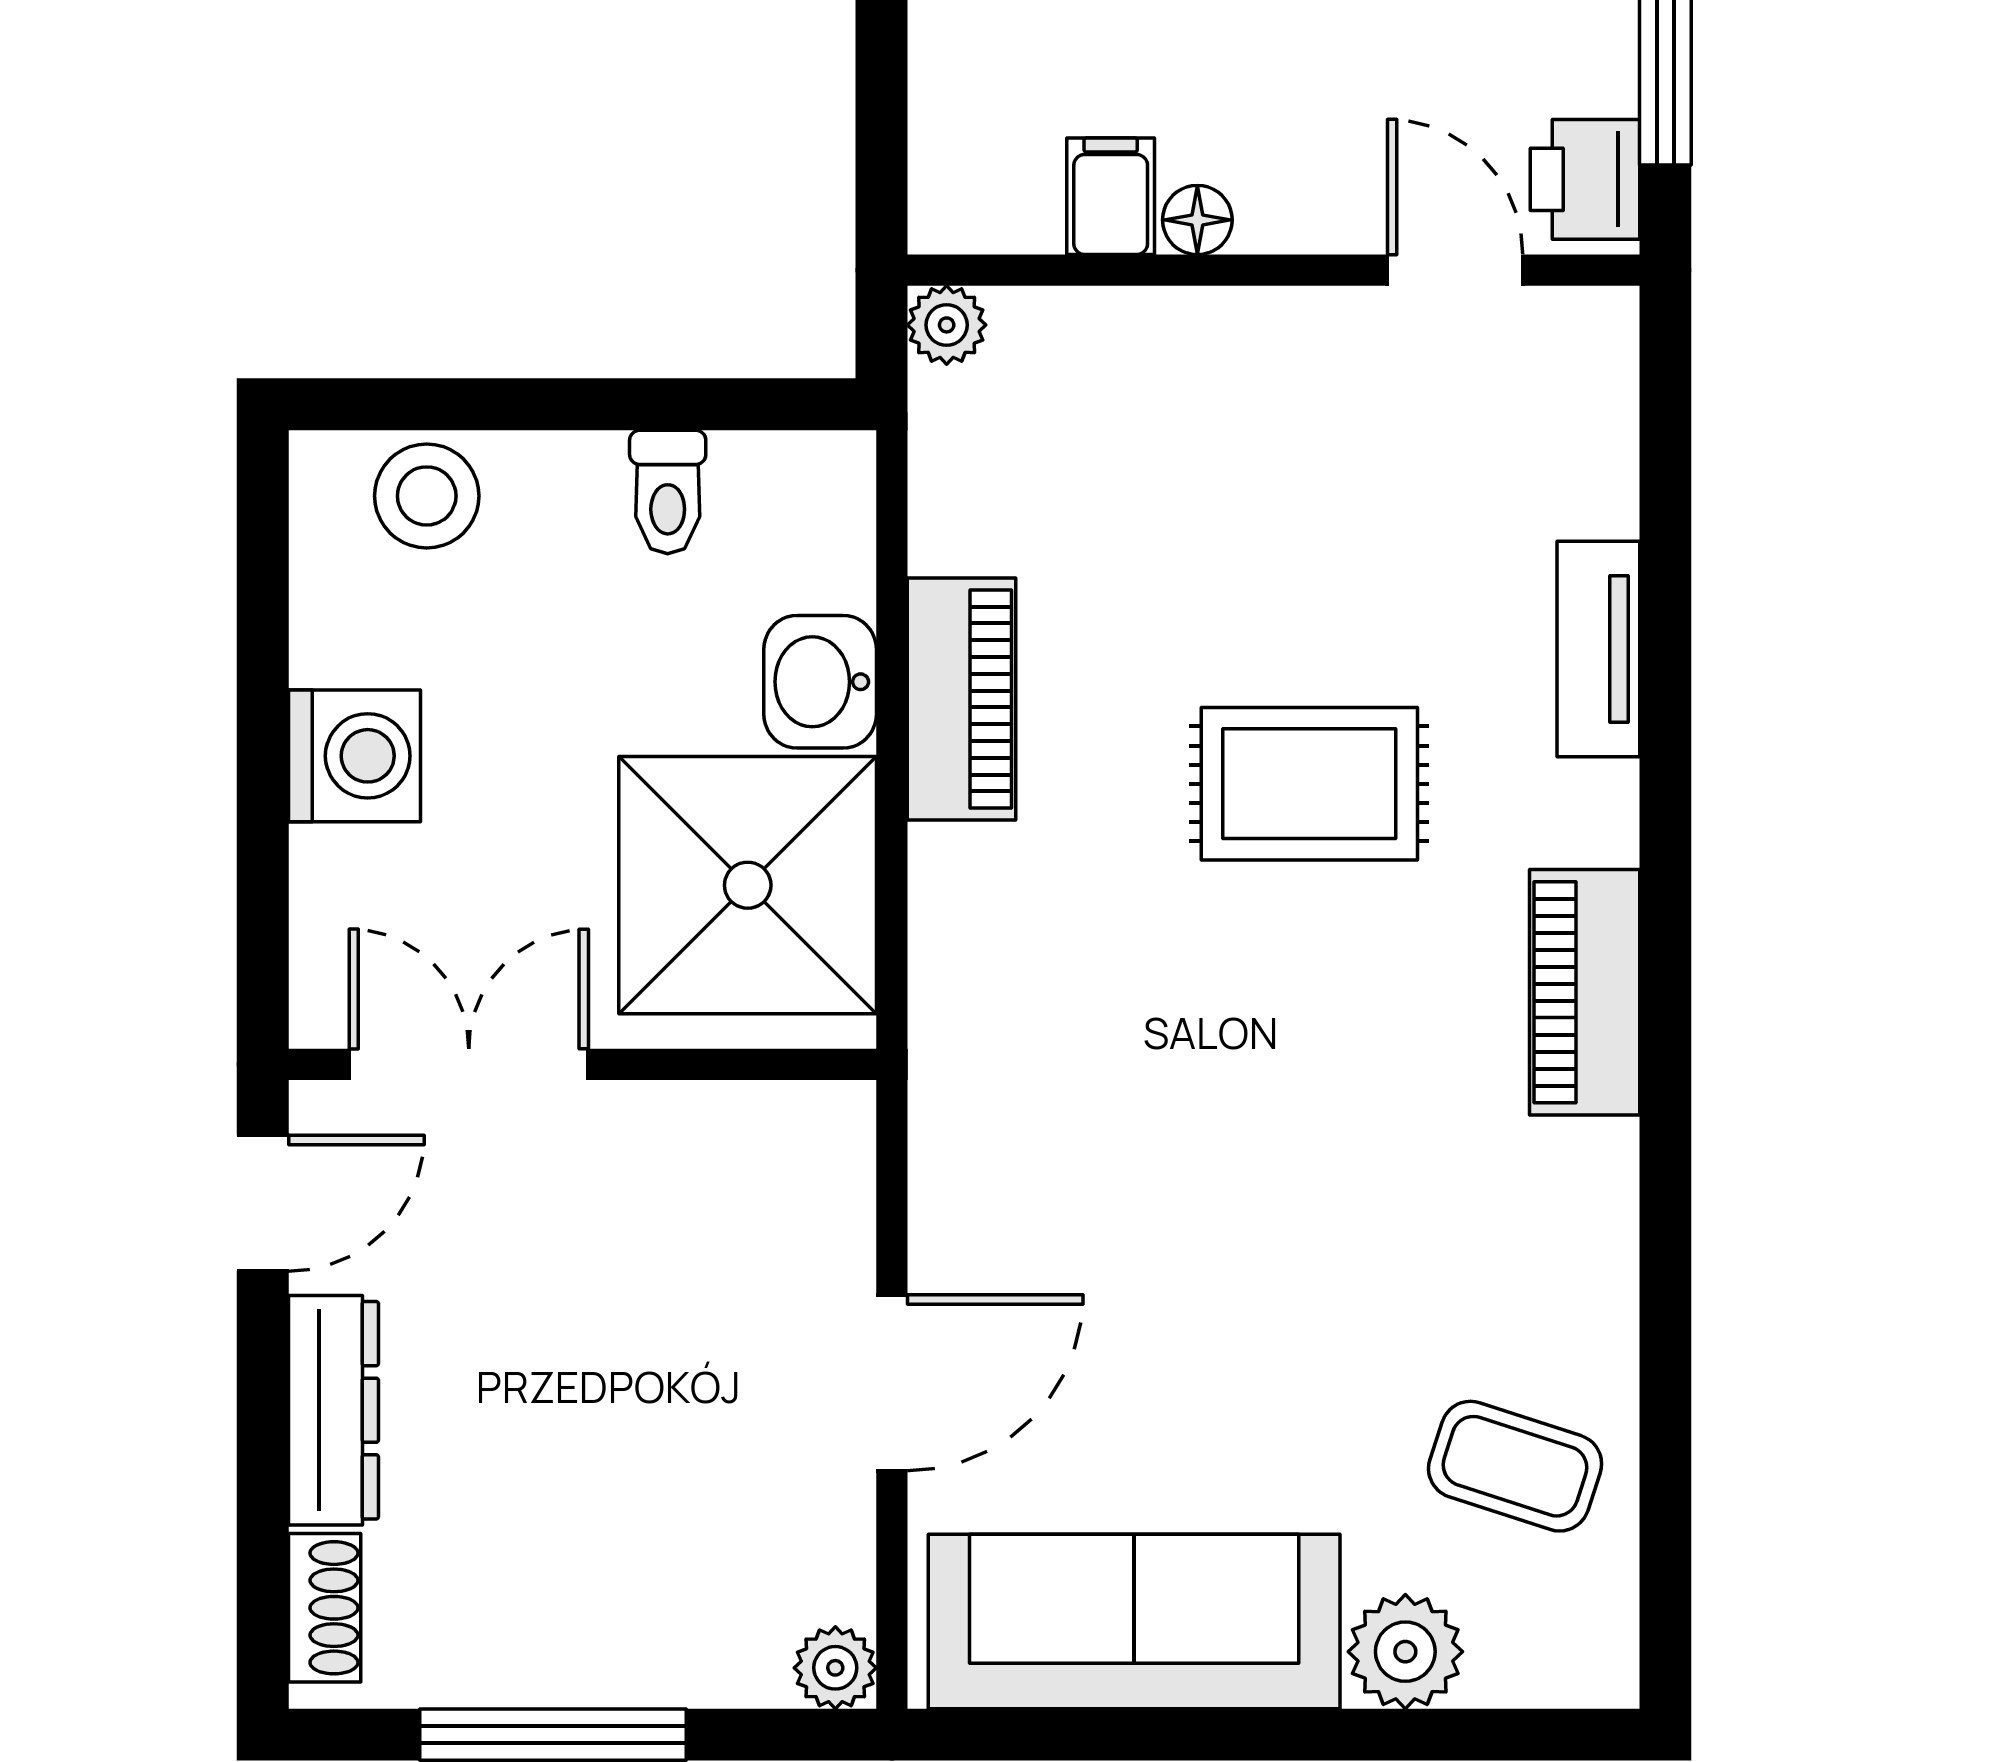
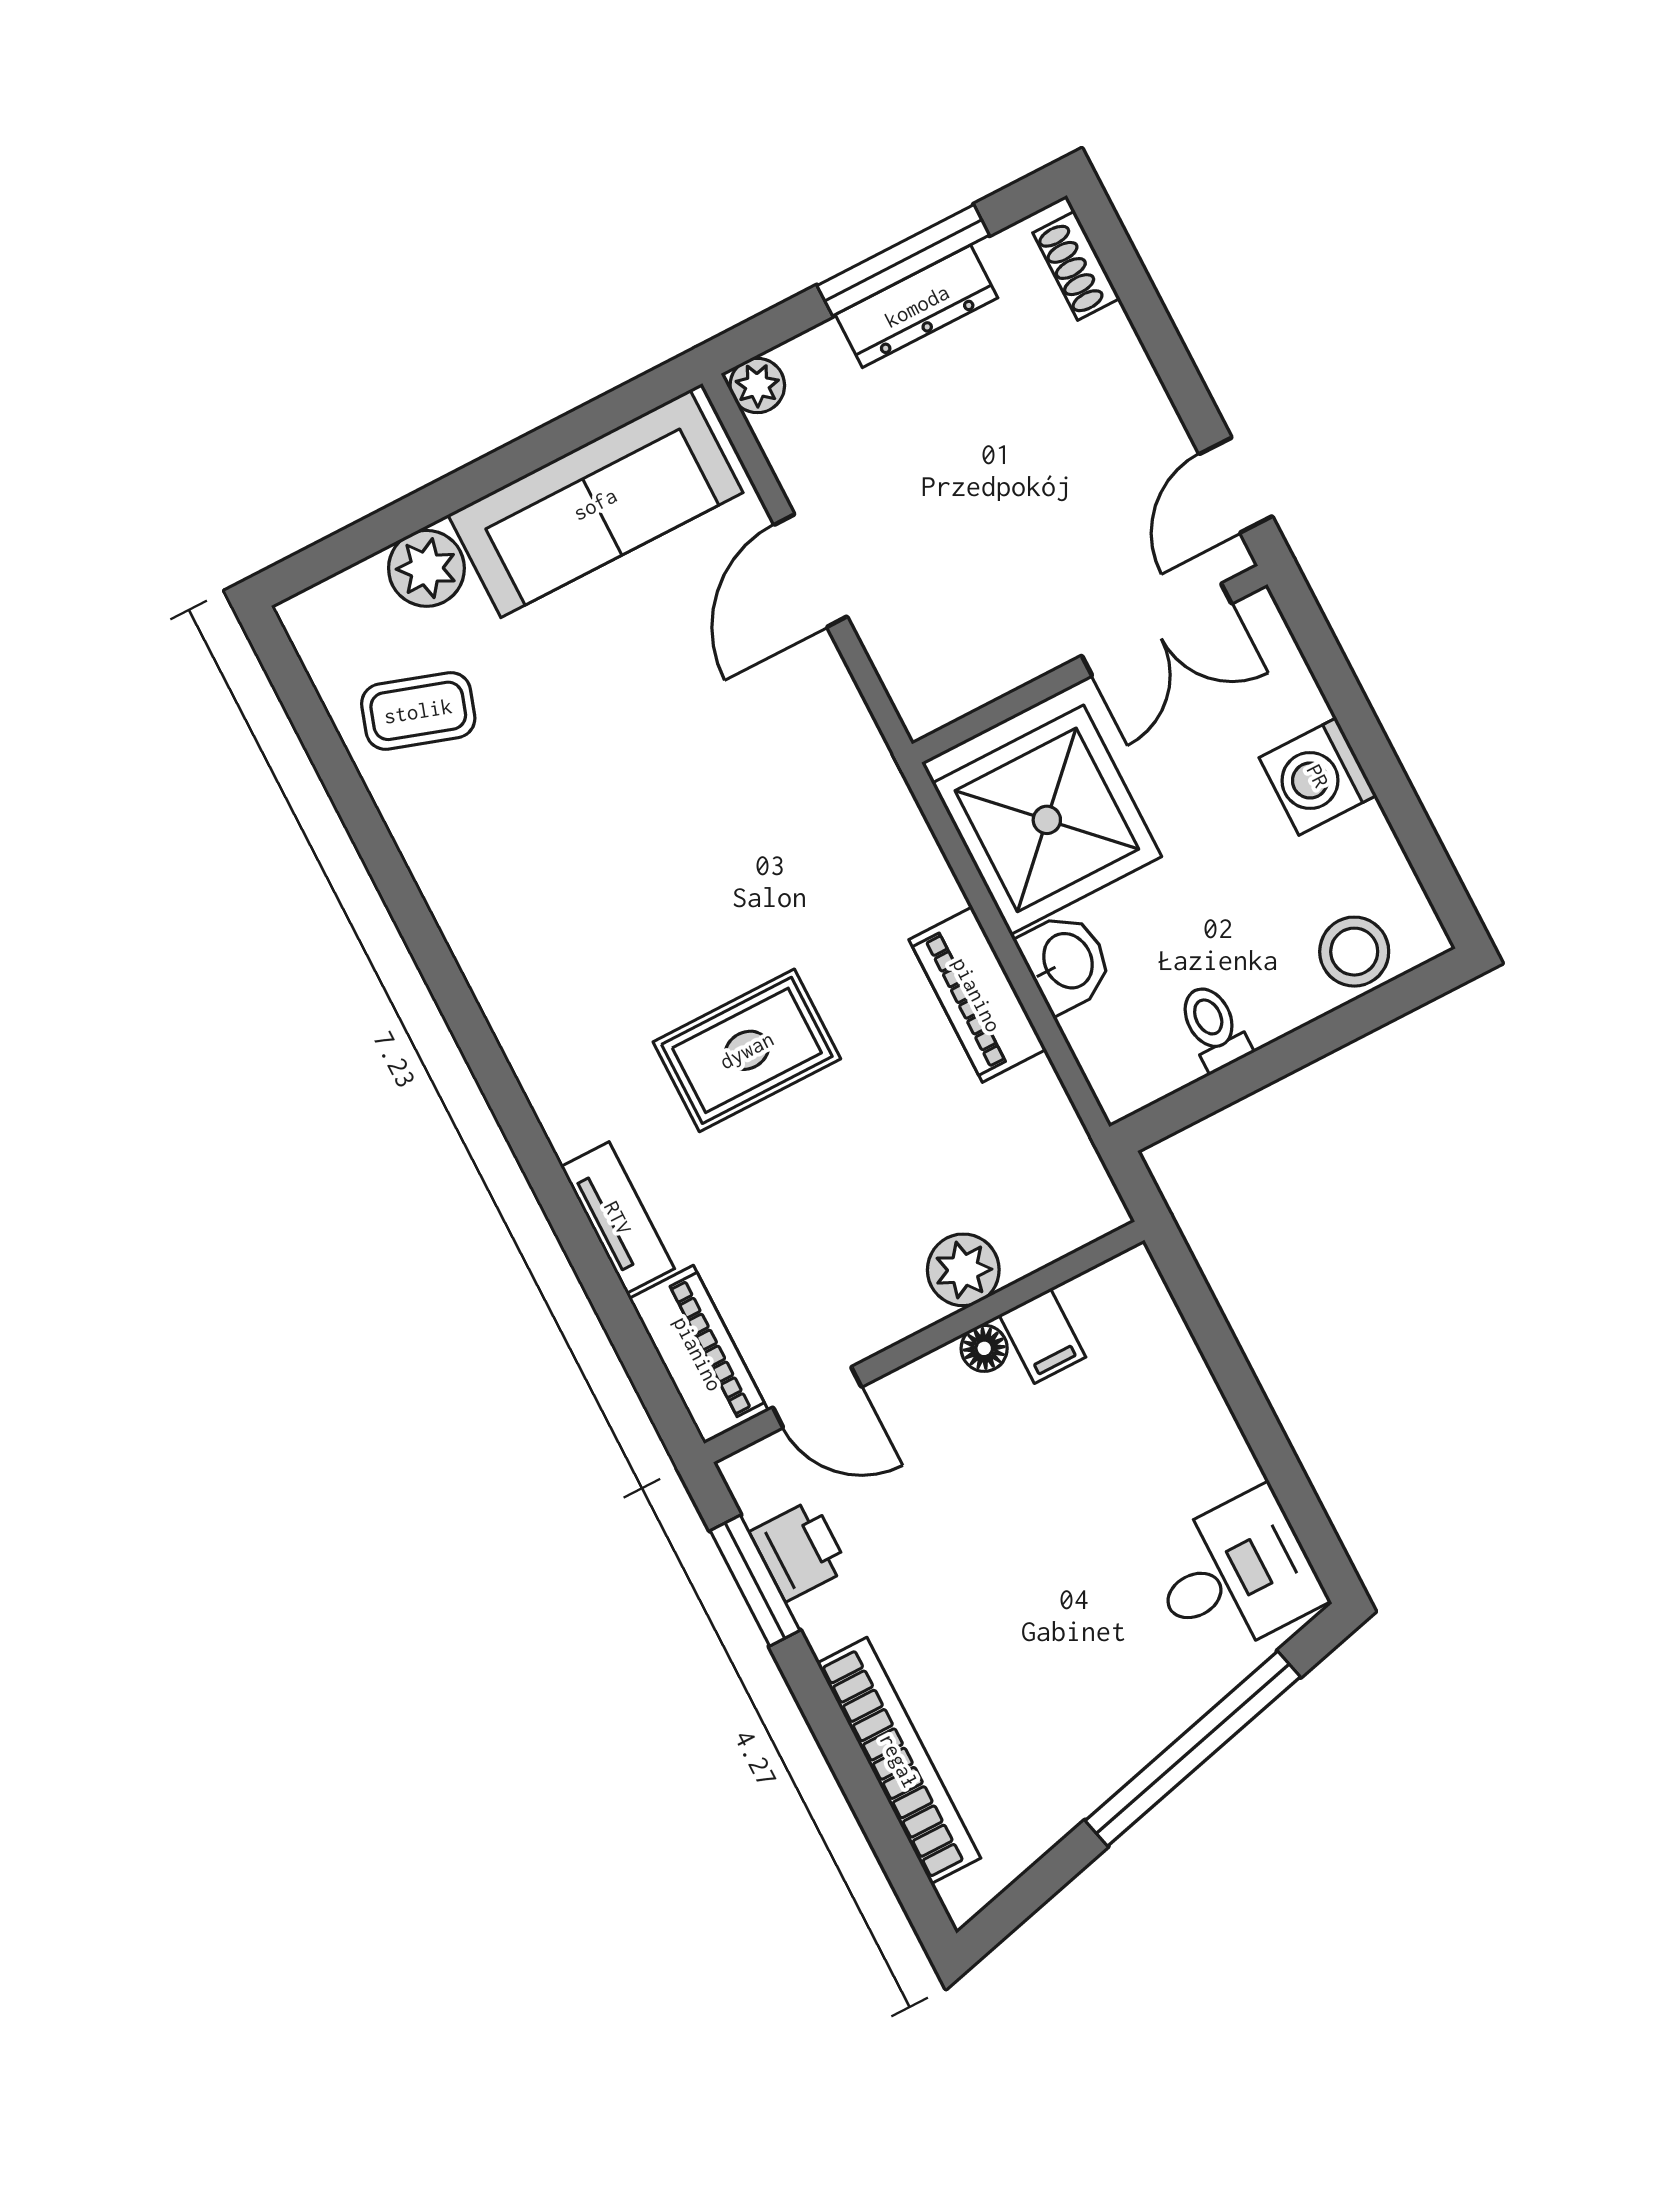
printer: (1585, 179) -> (799, 1550), moved
plant: (947, 325) -> (963, 1270), moved, width x1.38, depth x1.38
piano: (1585, 992) -> (698, 1354), moved
dresser: (333, 1410) -> (917, 306), moved, turned -90

